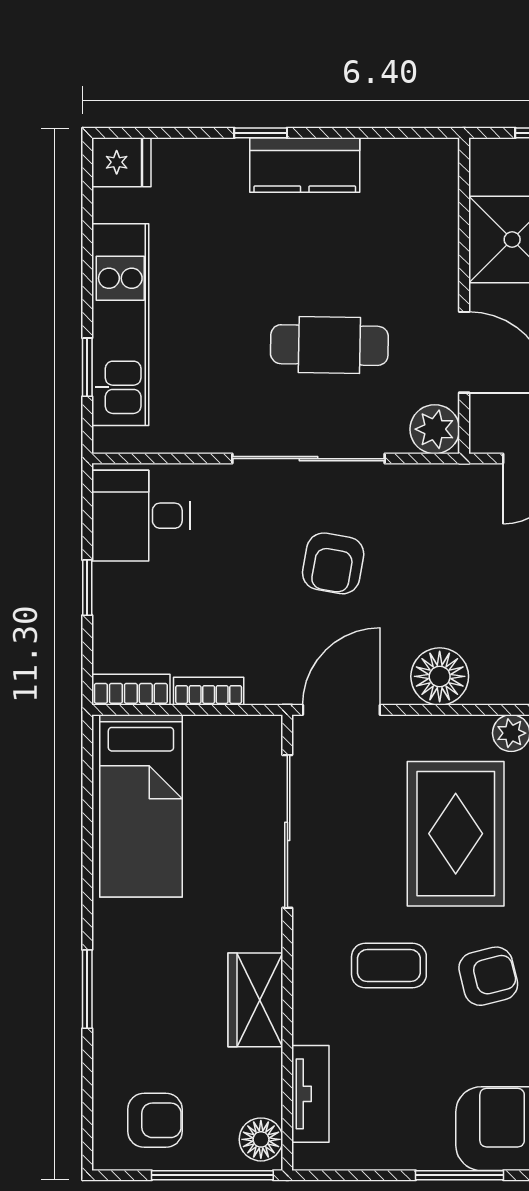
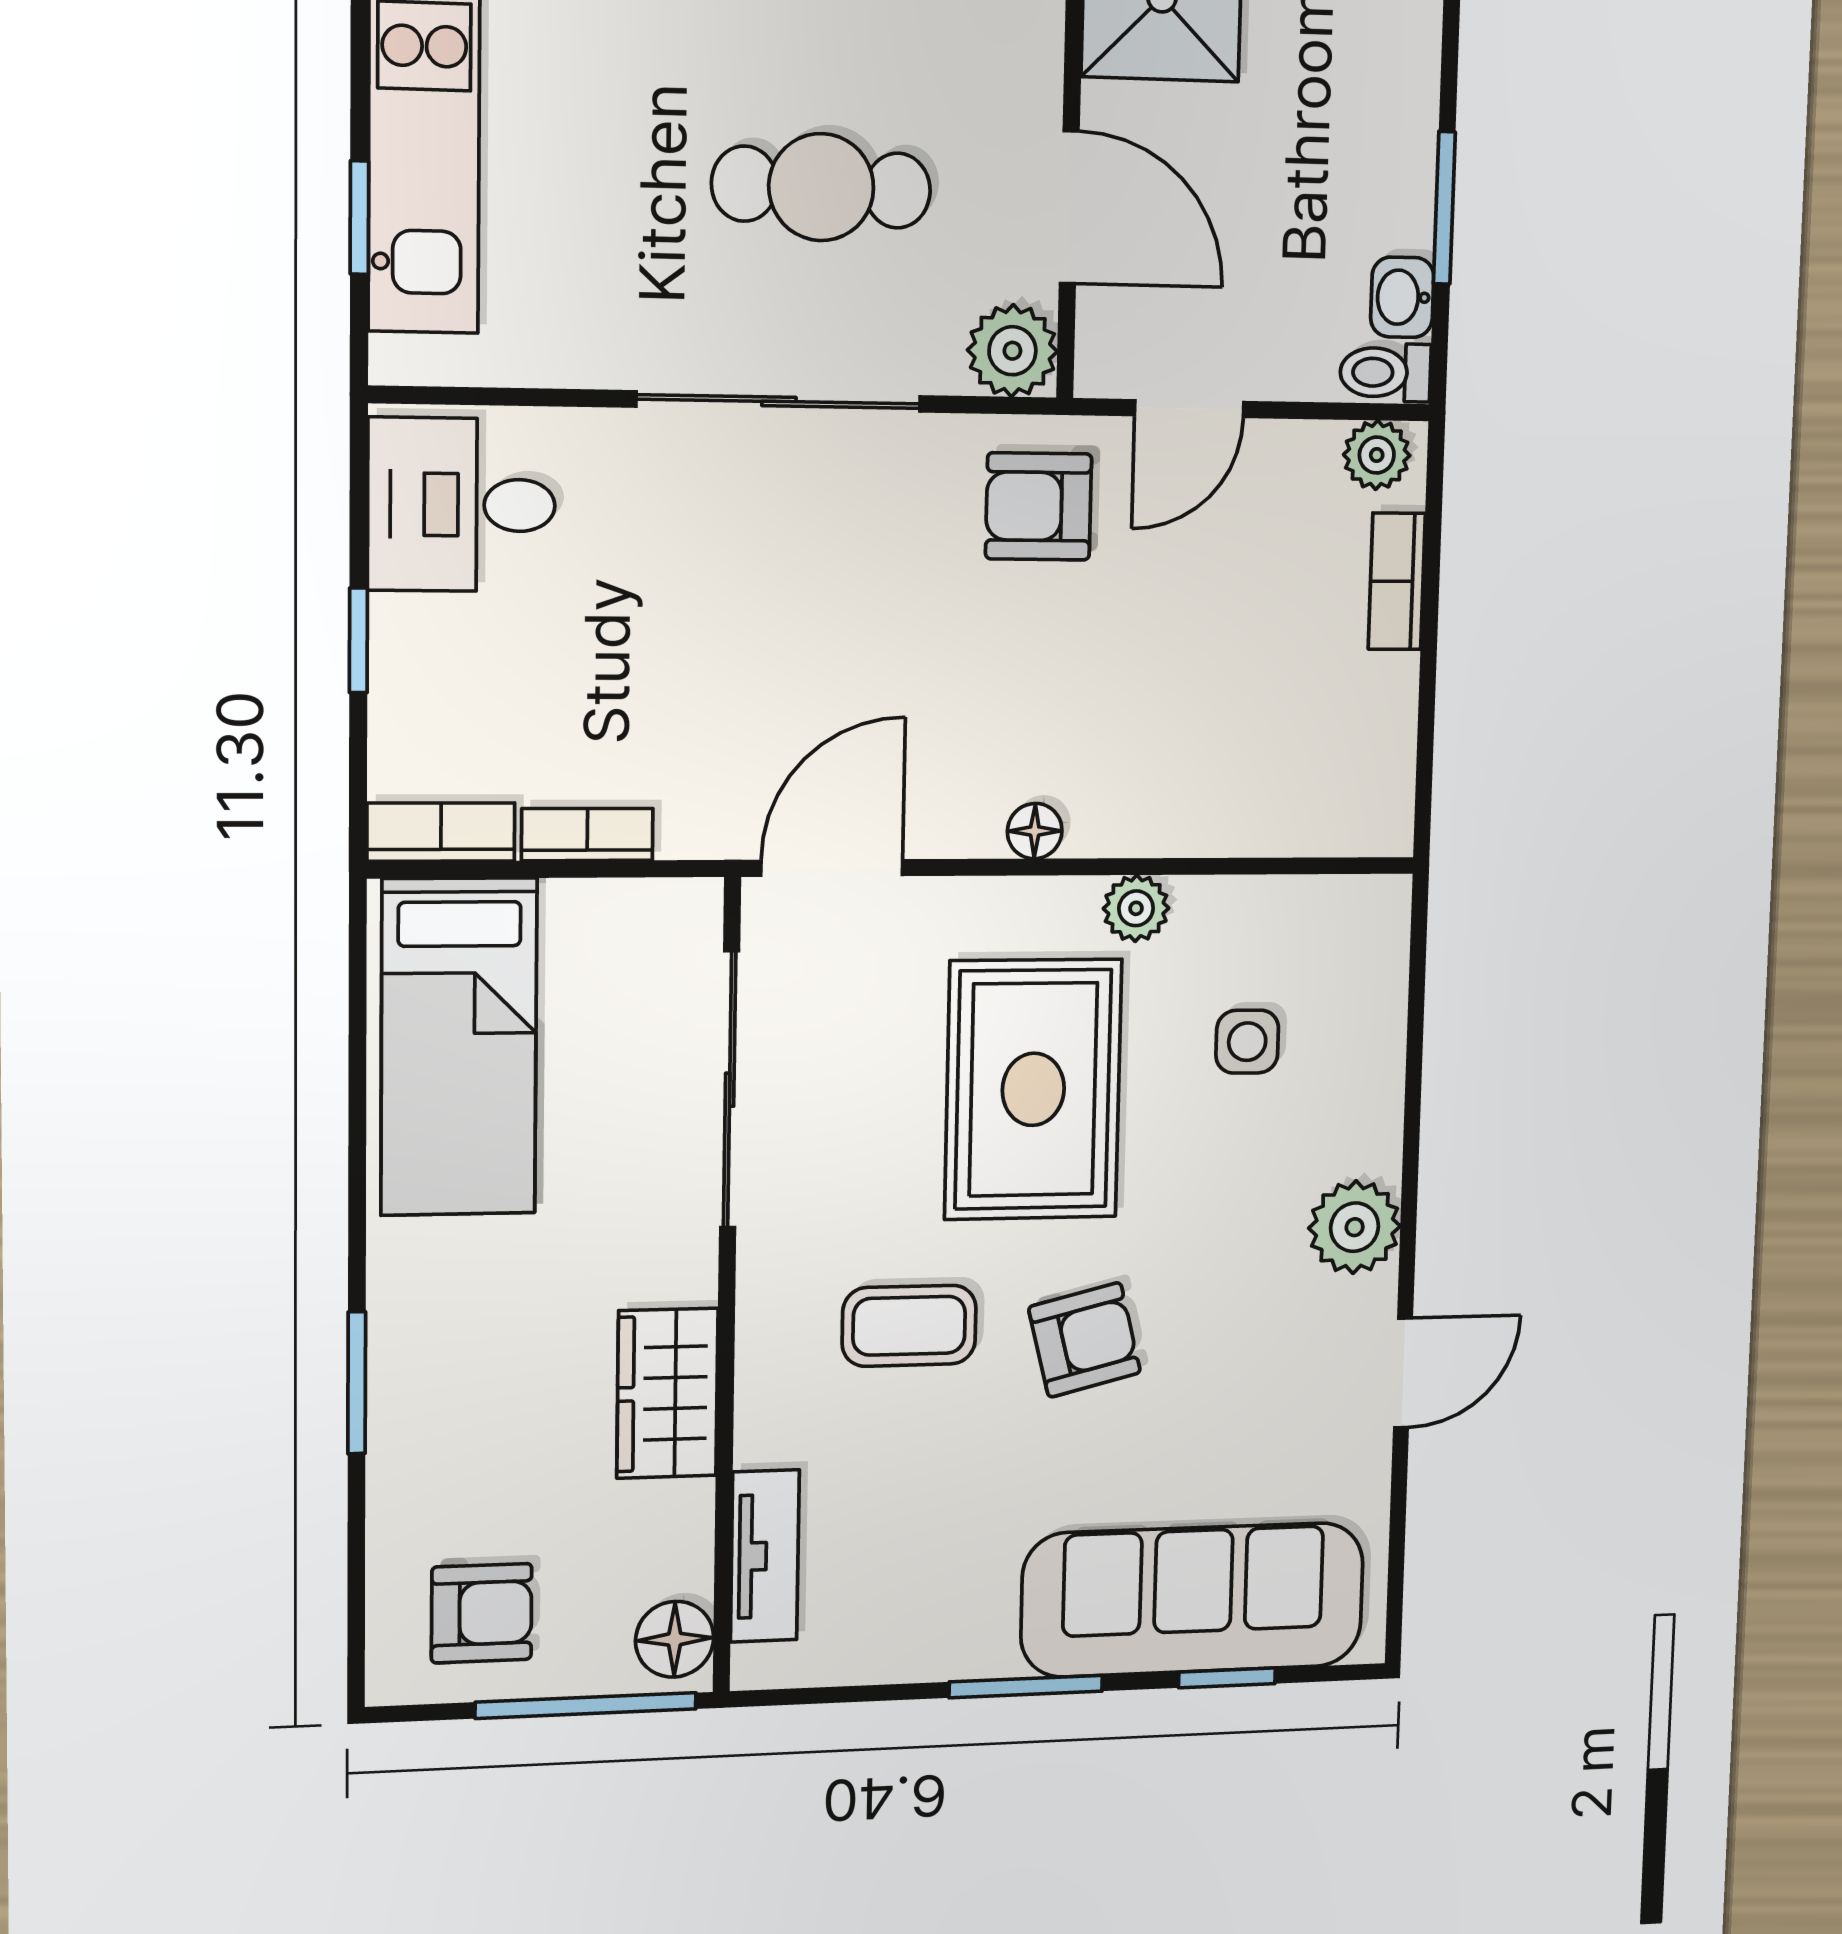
armchair: (333, 563) -> (1039, 506), moved, turned 80
floor lamp: (440, 676) -> (1035, 831), width x0.53, depth x0.53

